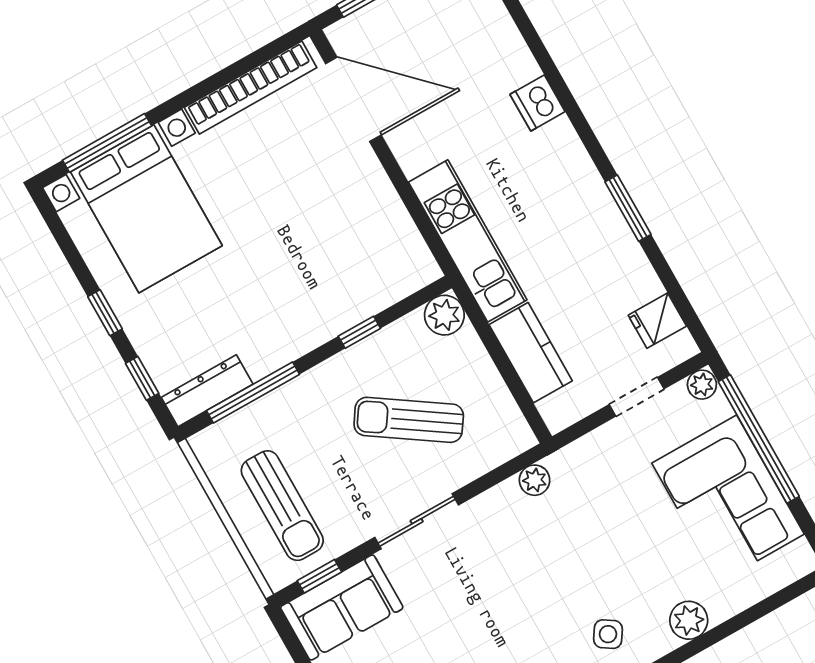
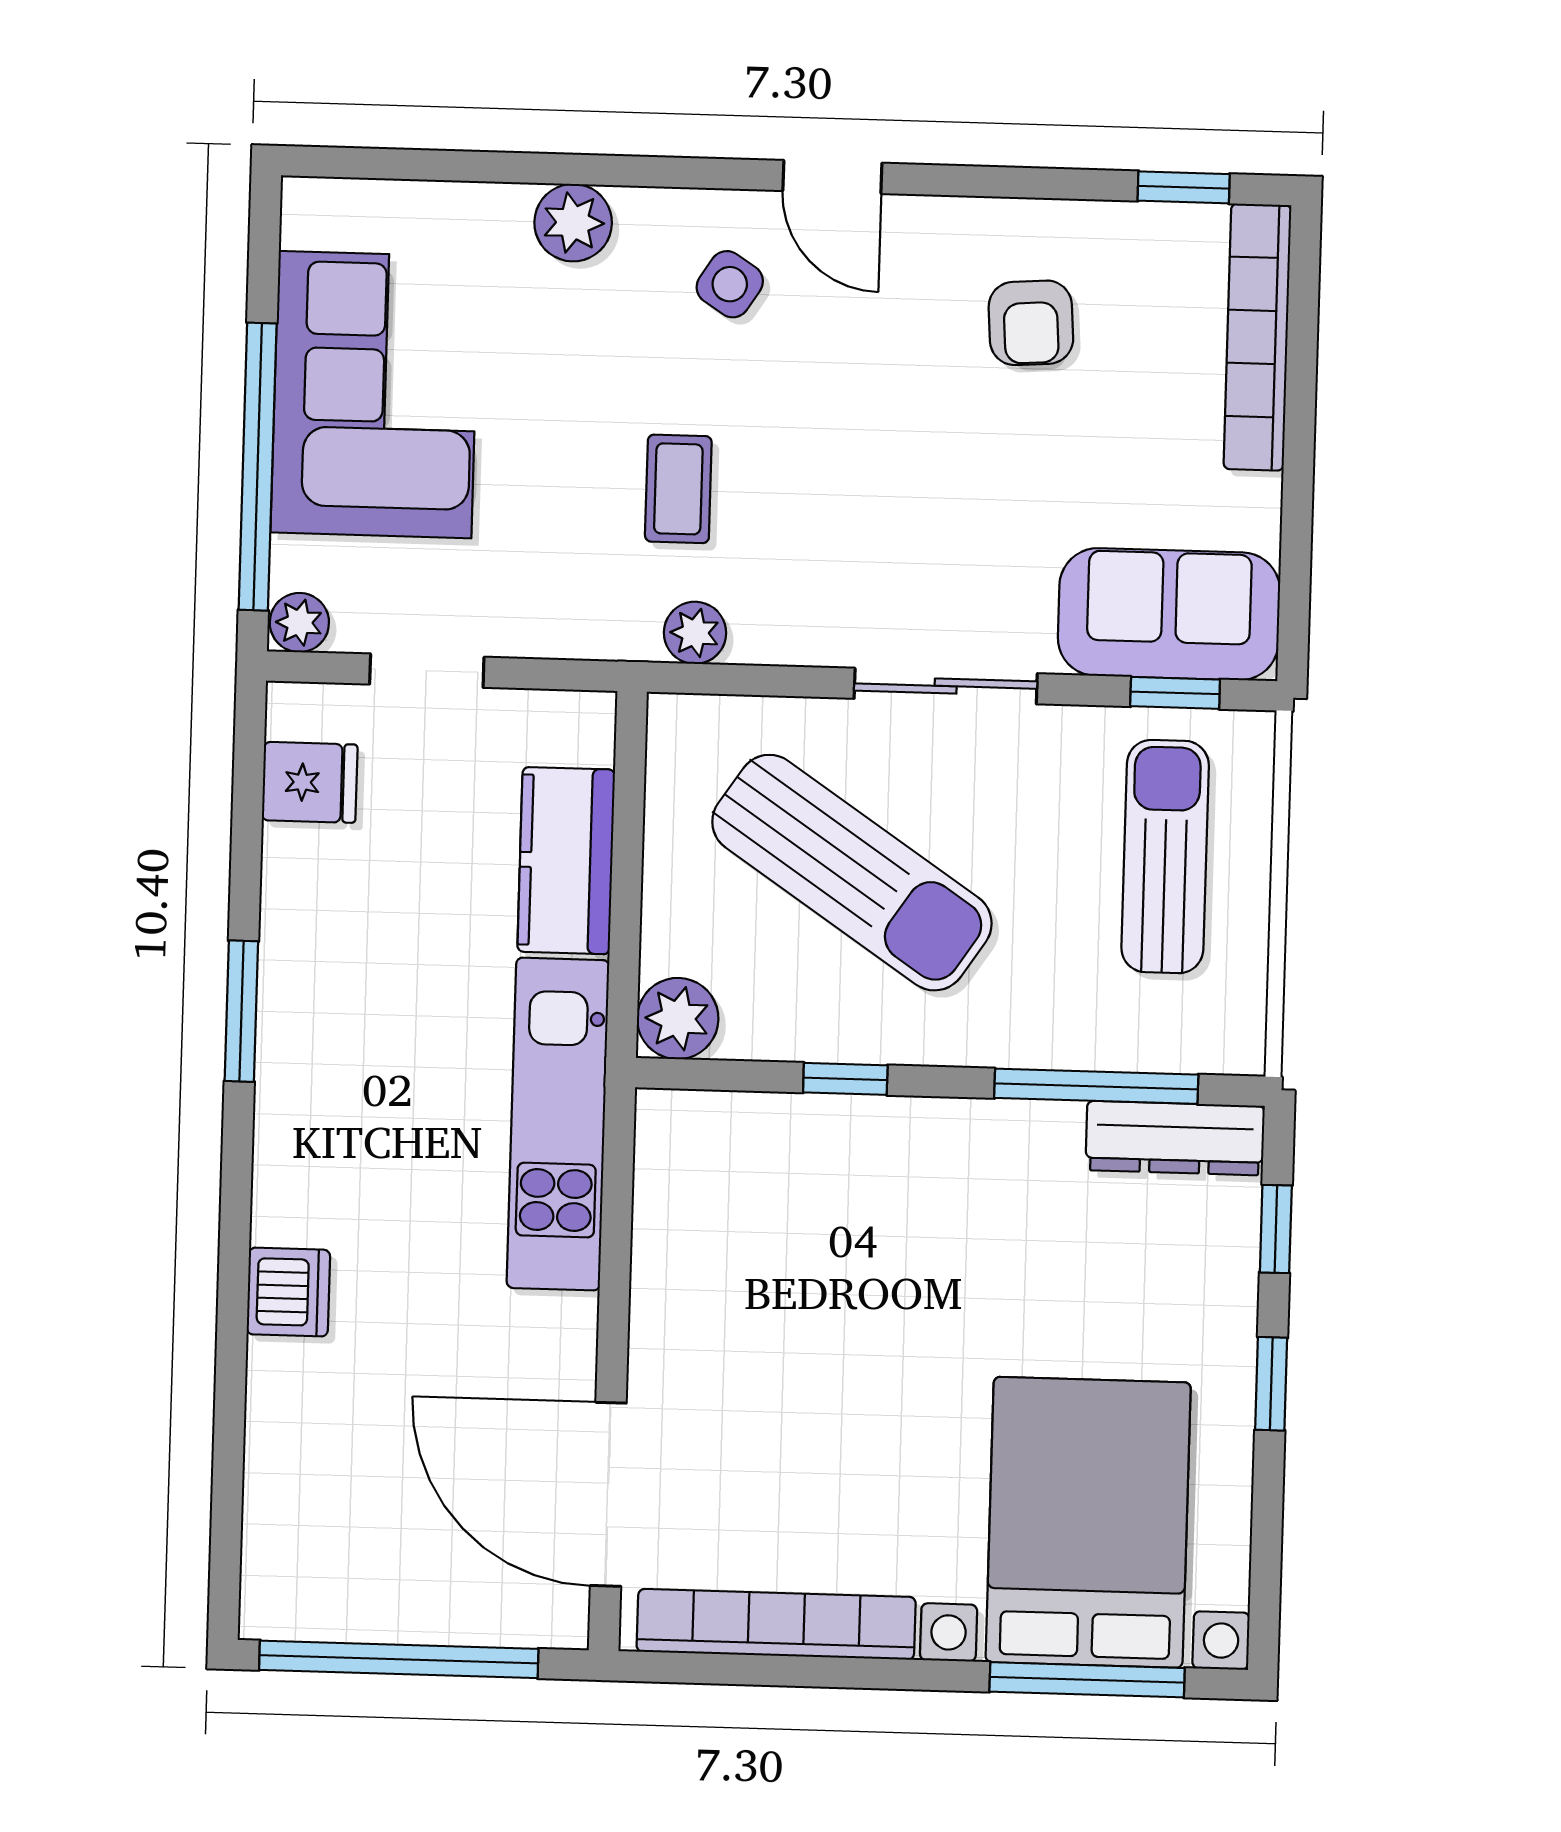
sun lounger: (409, 420) -> (852, 873), width x1.36, depth x1.34
coffee table: (578, 536) -> (678, 489), added

